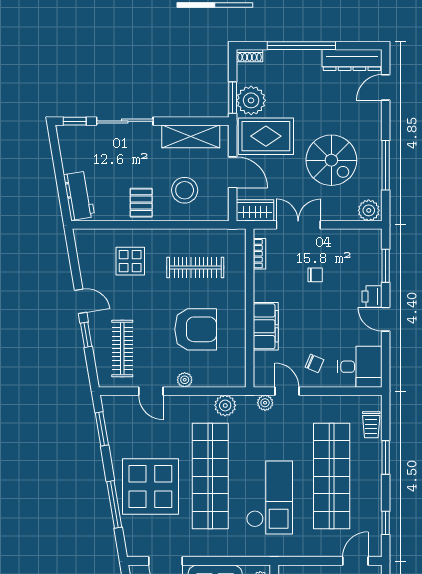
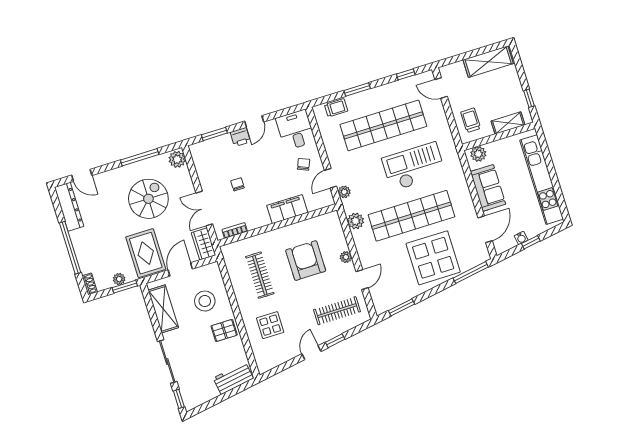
plant: (251, 100) -> (119, 279), width x0.53, depth x0.53
window: (114, 504) -> (471, 273), moved

